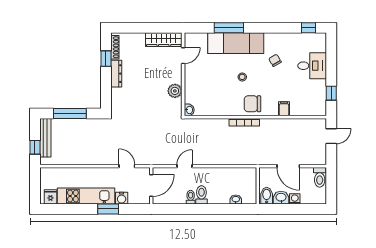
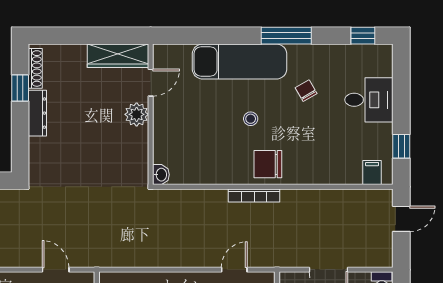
window: (229, 28) -> (286, 36), moved
plant: (175, 91) -> (137, 114), moved
filing cabinet: (284, 109) -> (372, 173), moved
door: (185, 166) -> (234, 270), moved

